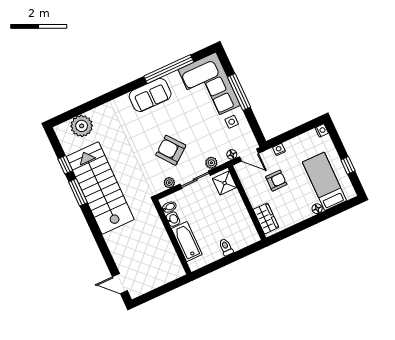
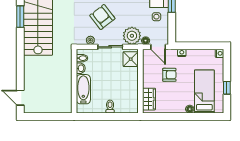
plant: (211, 163) -> (132, 36), width x1.88, depth x1.88

